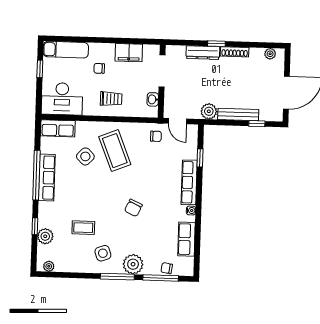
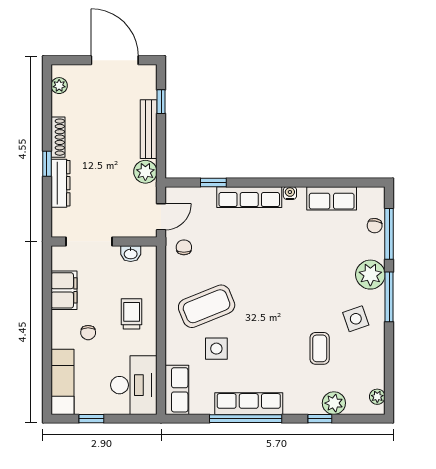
side table: (85, 156) -> (216, 349), turned 45
chair: (133, 208) -> (289, 277), removed

